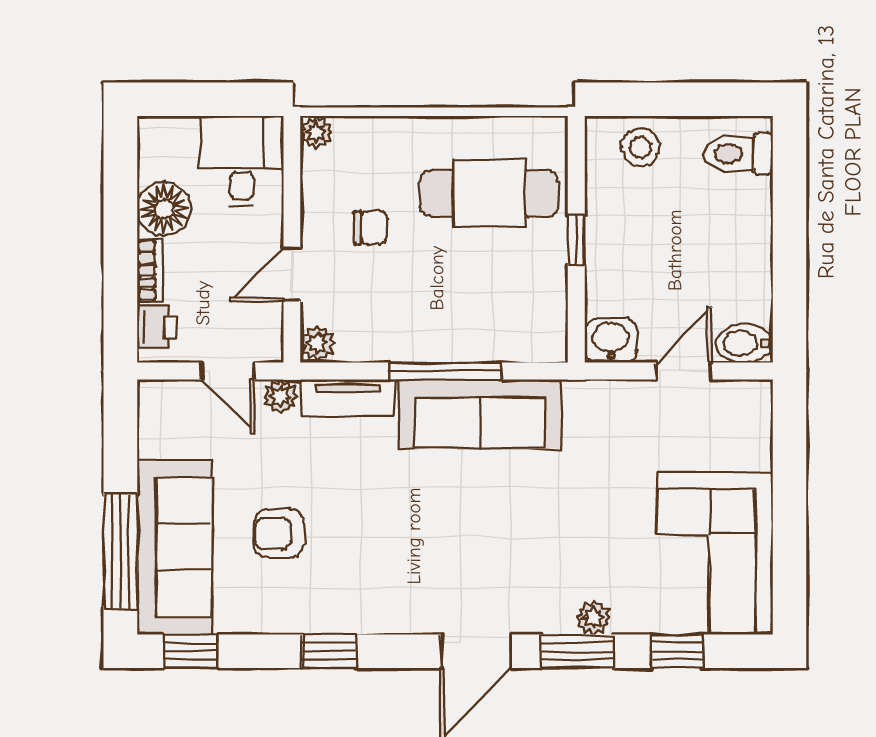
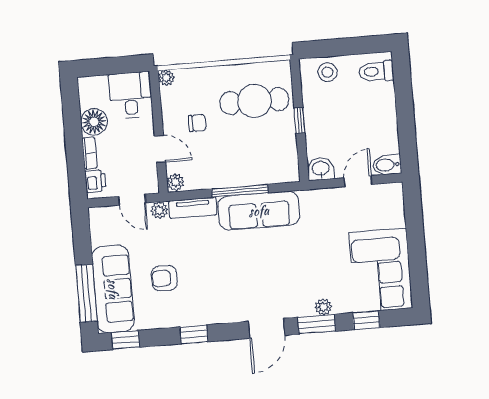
door: (292, 274) -> (160, 149), swing flipped

